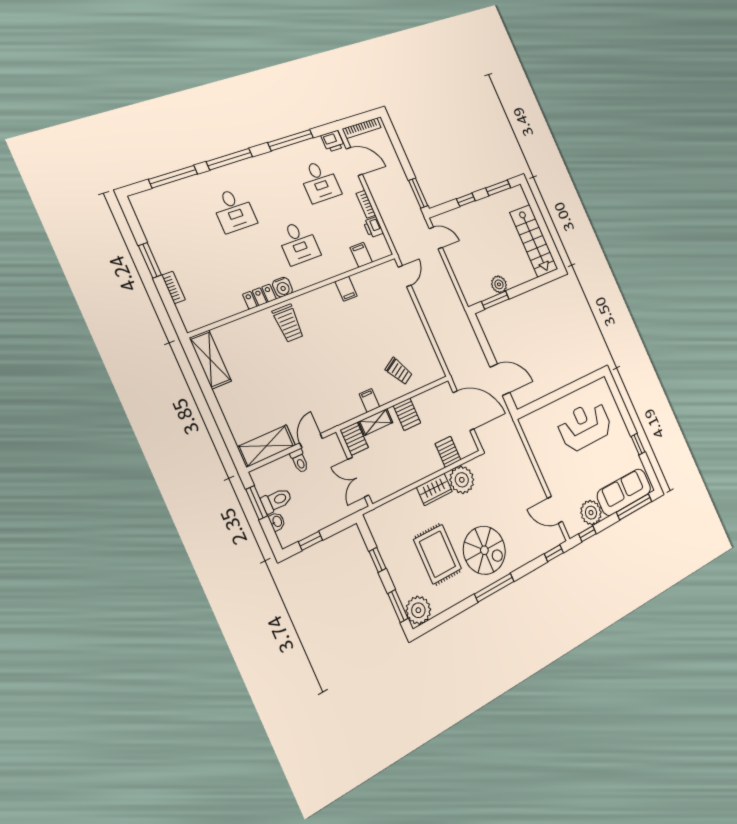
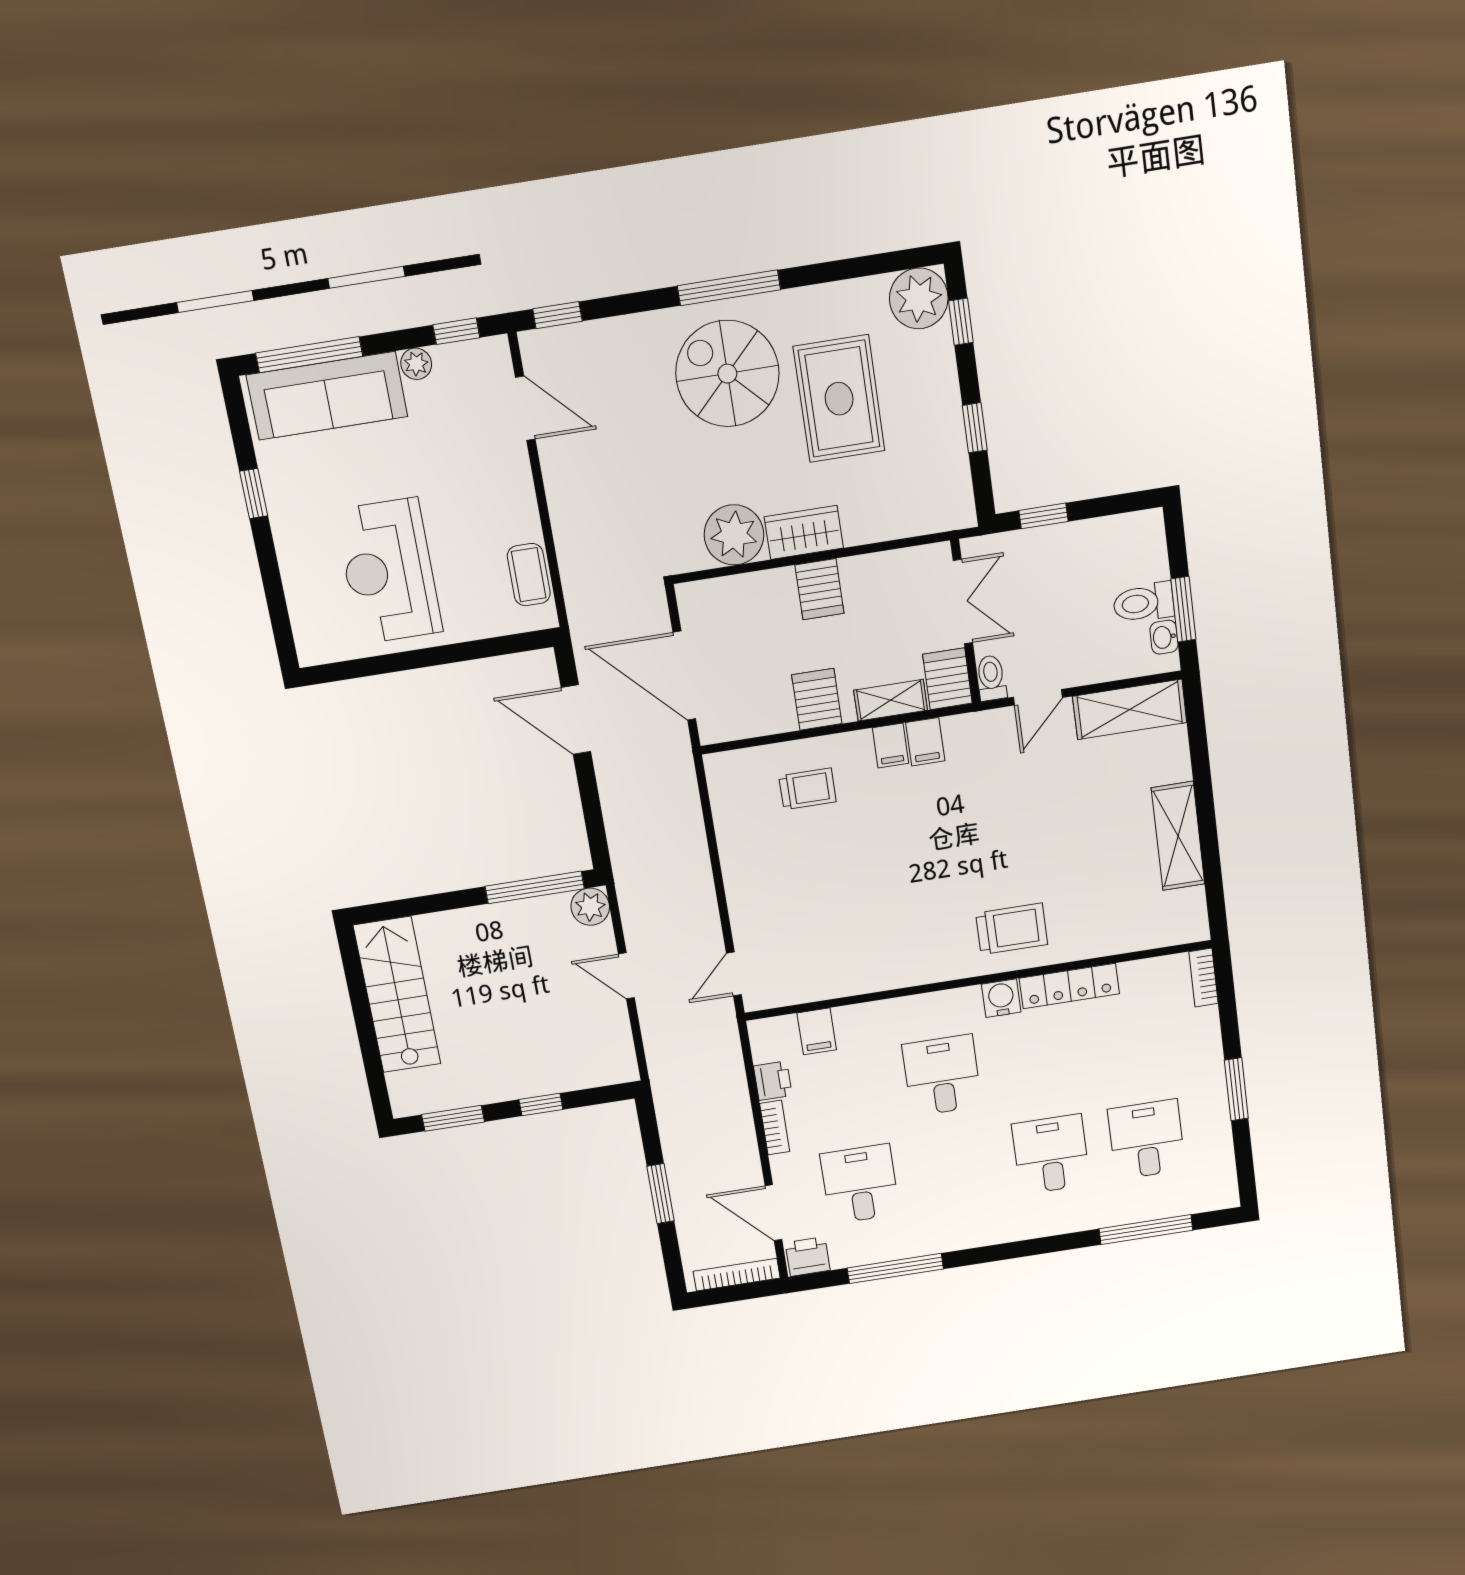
window: (229, 159) -> (1029, 1248), removed
window: (418, 193) -> (661, 1194), moved
desk: (188, 226) -> (1146, 1139), added
door: (436, 238) -> (626, 976), moved
plant: (499, 284) -> (590, 907), moved
bookcase: (173, 288) -> (1203, 978), moved
filing cabinet: (346, 289) -> (925, 742), moved, turned 180
locker: (259, 297) -> (1069, 986), width x1.53
window: (495, 300) -> (535, 887), width x1.44
trolley: (288, 323) -> (1012, 929), turned 90
shelving: (210, 360) -> (1178, 836), moved
trolley: (399, 371) -> (808, 789), turned 120
reception desk: (585, 426) -> (389, 571), turned 90
coffee table: (535, 439) -> (529, 575), added
server rack: (448, 452) -> (819, 589), moved
toilet: (299, 461) -> (991, 678), moved
plant: (591, 513) -> (416, 364), width x0.53, depth x0.53
washbasin: (277, 522) -> (1164, 637), moved
window: (310, 541) -> (1043, 516), moved
window: (398, 606) -> (961, 322), width x0.67

